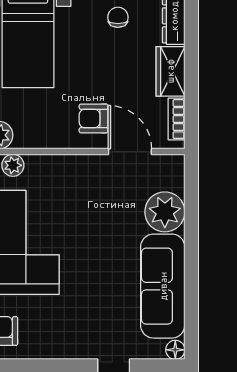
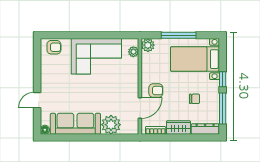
chair: (118, 17) -> (194, 99), moved
armchair: (94, 118) -> (156, 91), turned 90

